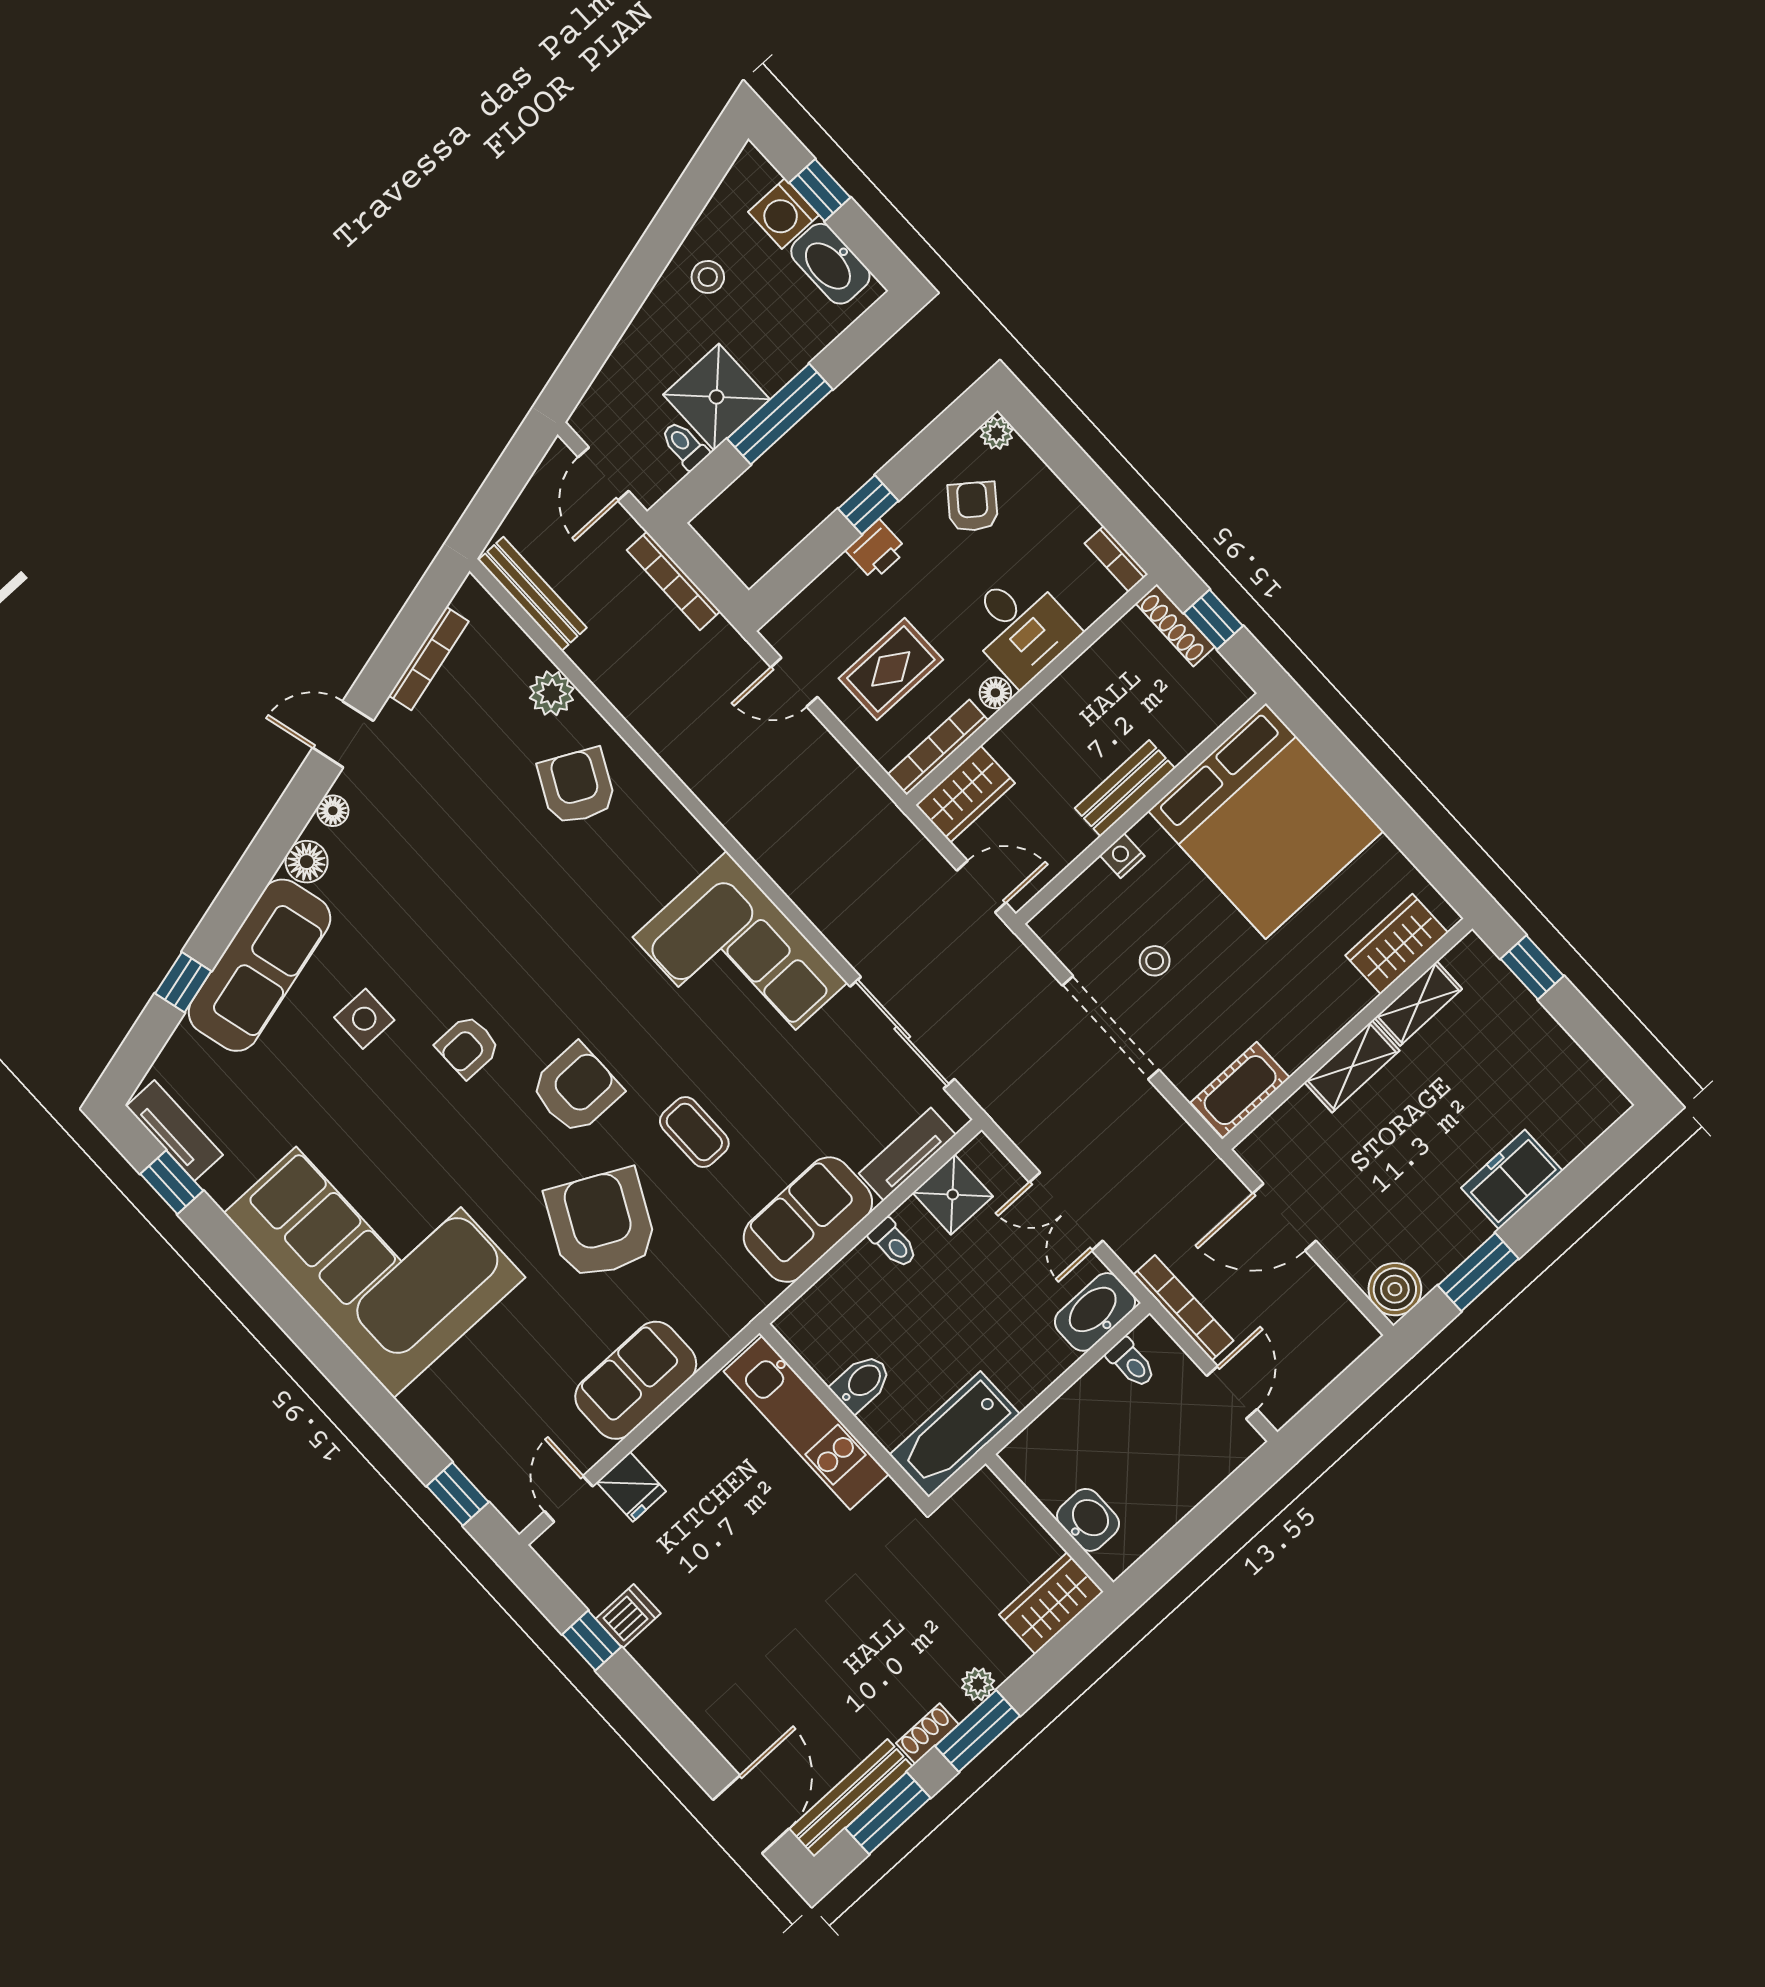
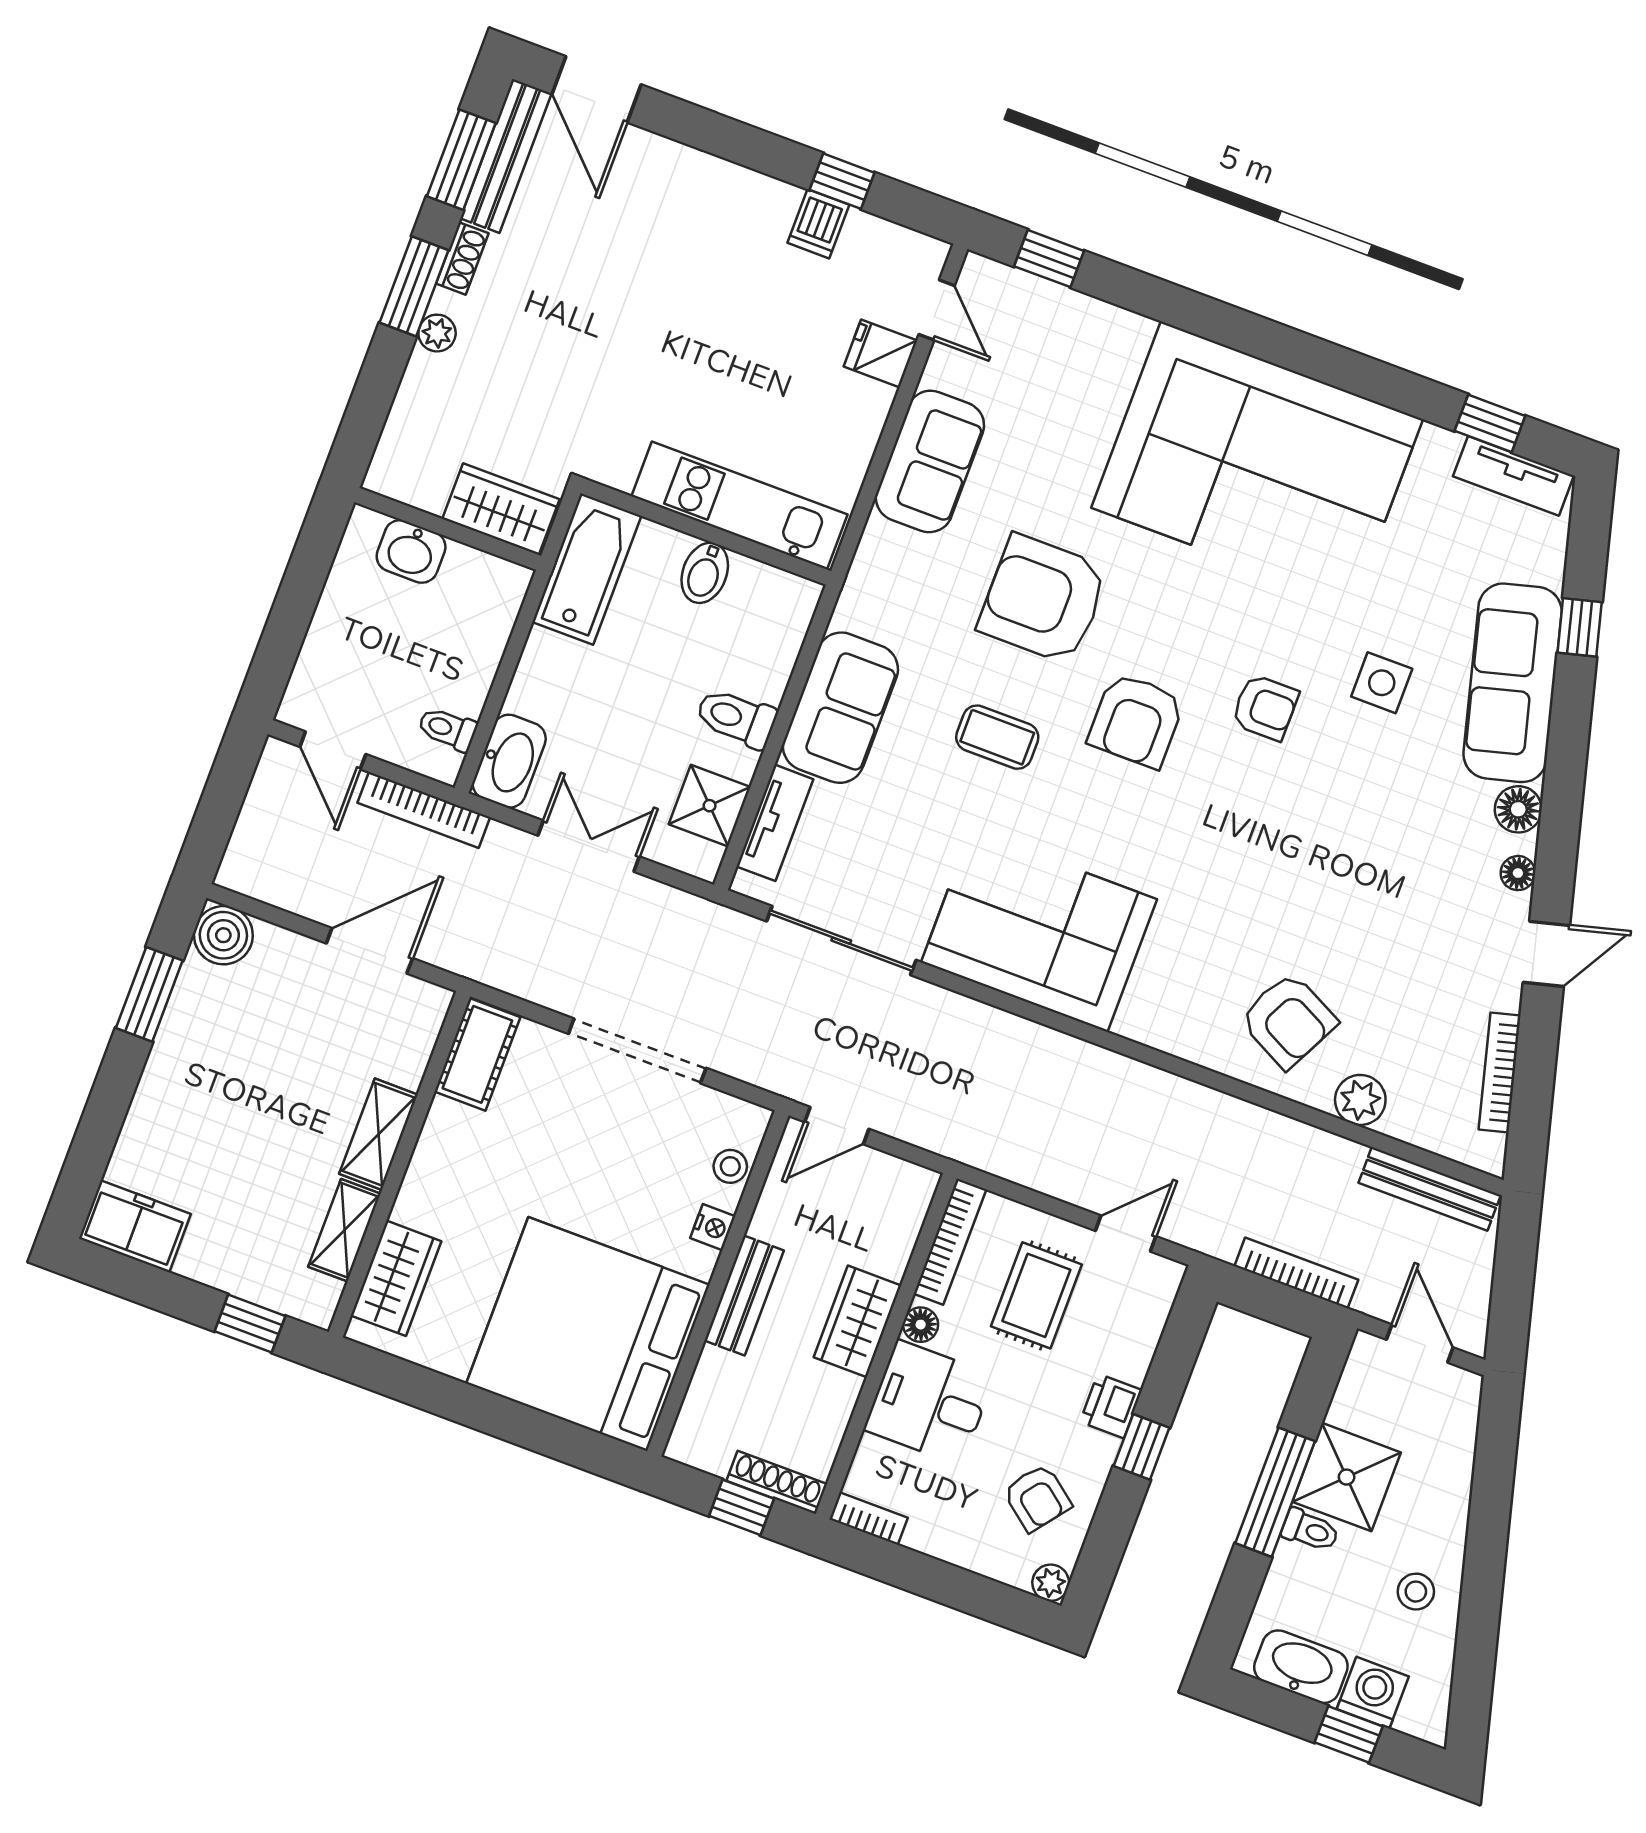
toilet: (685, 445) -> (1310, 1530), moved
wardrobe: (965, 794) -> (857, 1321), moved
stool: (1155, 961) -> (730, 1166), moved
armchair: (468, 1047) -> (1265, 707), turned 90
freezer: (1512, 1179) -> (135, 1226), moved, turned -90
armchair: (601, 1224) -> (1043, 599), turned 153
toilet: (893, 1243) -> (736, 718), width x1.37, depth x1.39
wardrobe: (1051, 1603) -> (501, 509), moved, turned -90

